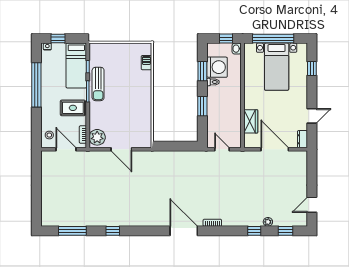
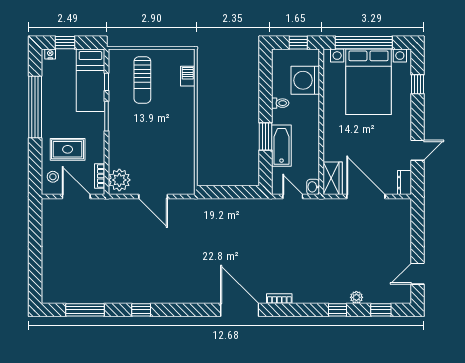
washbasin: (237, 49) -> (313, 187), moved
washing machine: (217, 67) -> (305, 80), moved, turned 180
bed with nightstands: (277, 67) -> (368, 82), width x1.36
window: (202, 71) -> (266, 88), removed
sun lounger: (98, 84) -> (142, 80), moved
rug: (73, 108) -> (68, 149), moved
bathtub: (214, 113) -> (281, 146), added
wardrobe: (251, 121) -> (333, 178), moved

